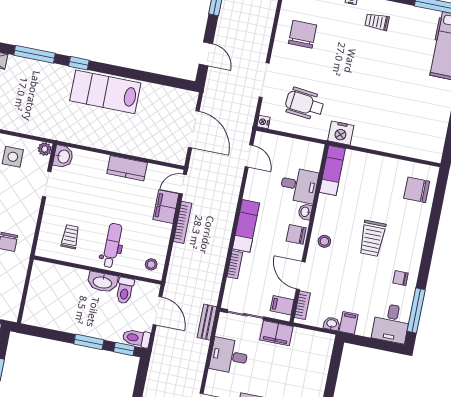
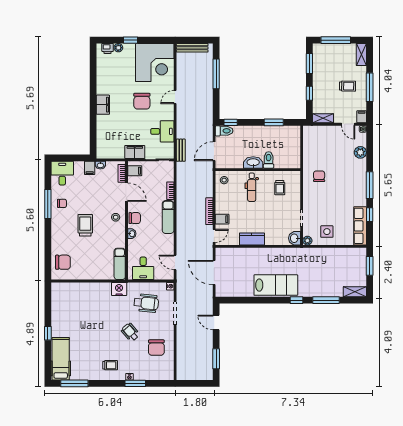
wheelchair: (337, 65) -> (130, 332), added
desk: (299, 185) -> (143, 268), moved, turned -90
filing cabinet: (166, 207) -> (222, 219), width x0.50
toilet: (125, 291) -> (269, 160), moved
window: (416, 310) -> (48, 204), moved
door: (158, 311) -> (214, 151), hinge flipped
window: (89, 342) -> (274, 122), moved

